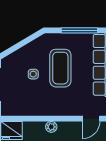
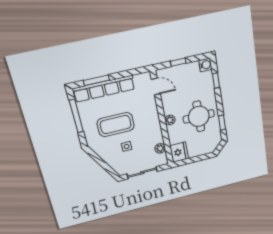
plant: (21, 110) -> (160, 148), added

